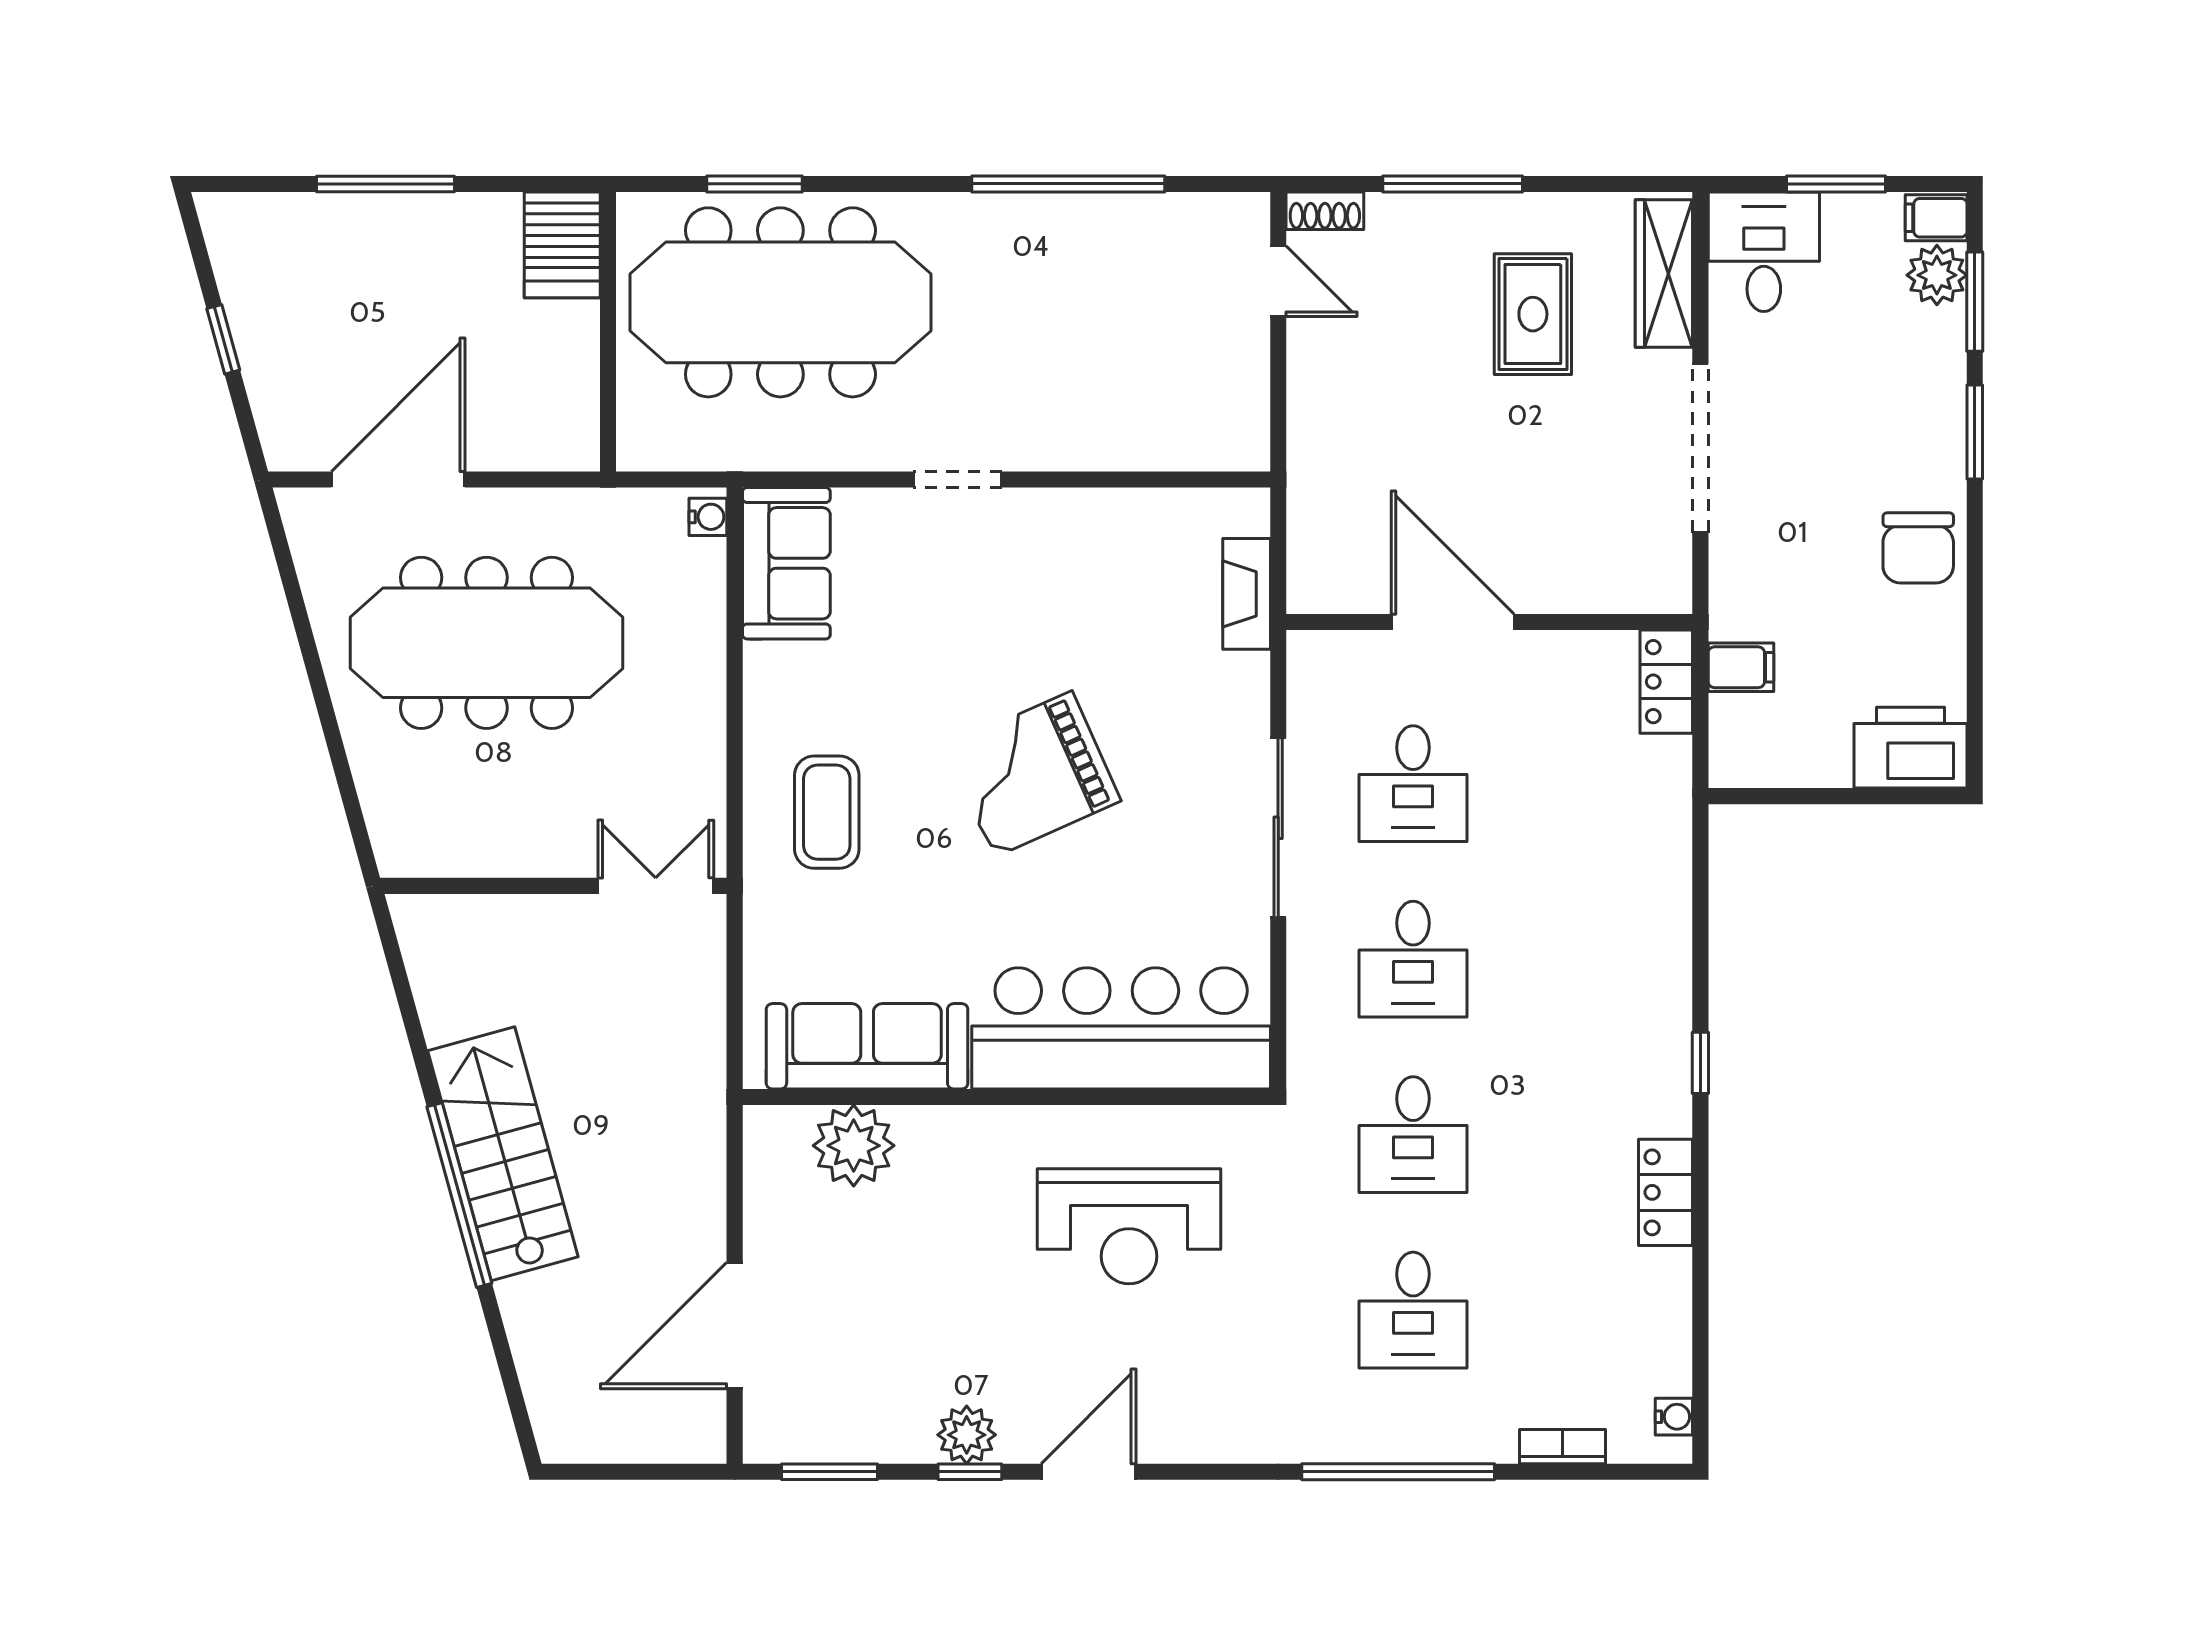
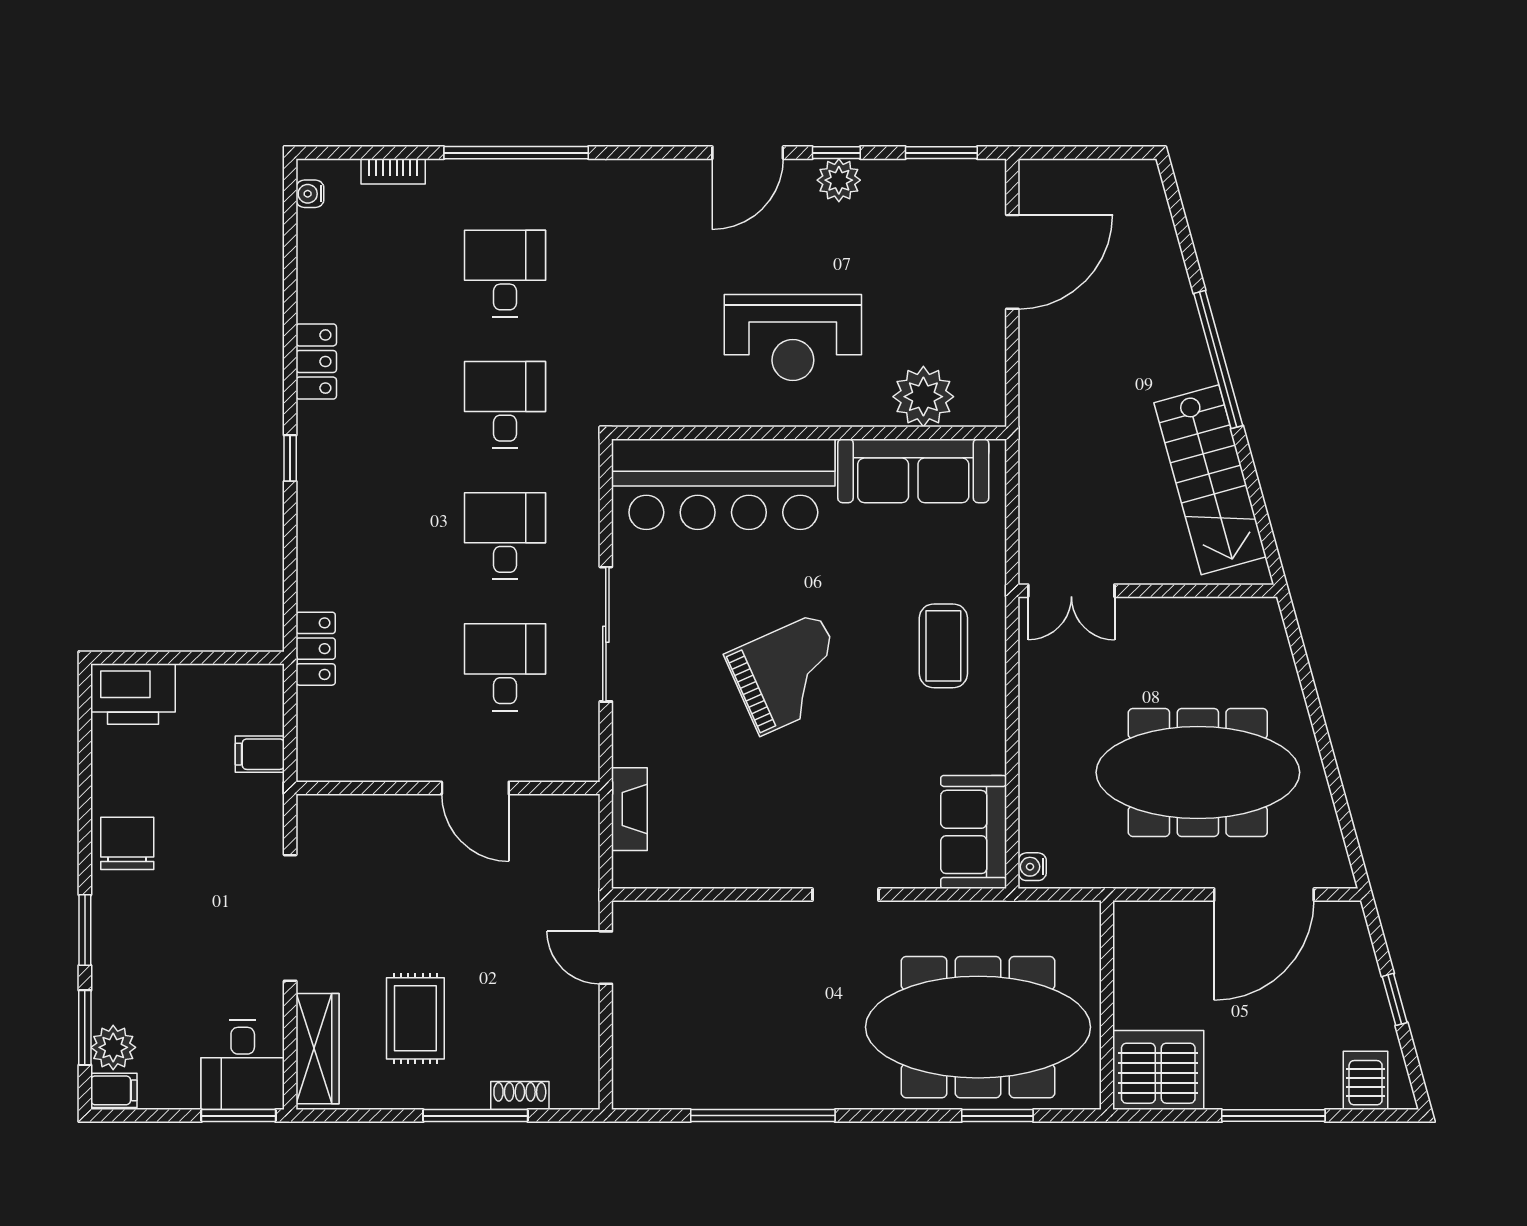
window: (1836, 184) -> (239, 1116), moved
shoe rack: (1325, 211) -> (520, 1096), moved
server rack: (262, 231) -> (1366, 1080), added
server rack: (562, 245) -> (1158, 1070), width x1.60
door: (1278, 281) -> (606, 958), moved
door: (1453, 622) -> (475, 788), width x0.73
locker: (1666, 682) -> (316, 649), moved
stairs: (503, 1154) -> (1210, 480), moved
reception desk: (1129, 1226) -> (793, 338), moved, turned 180

